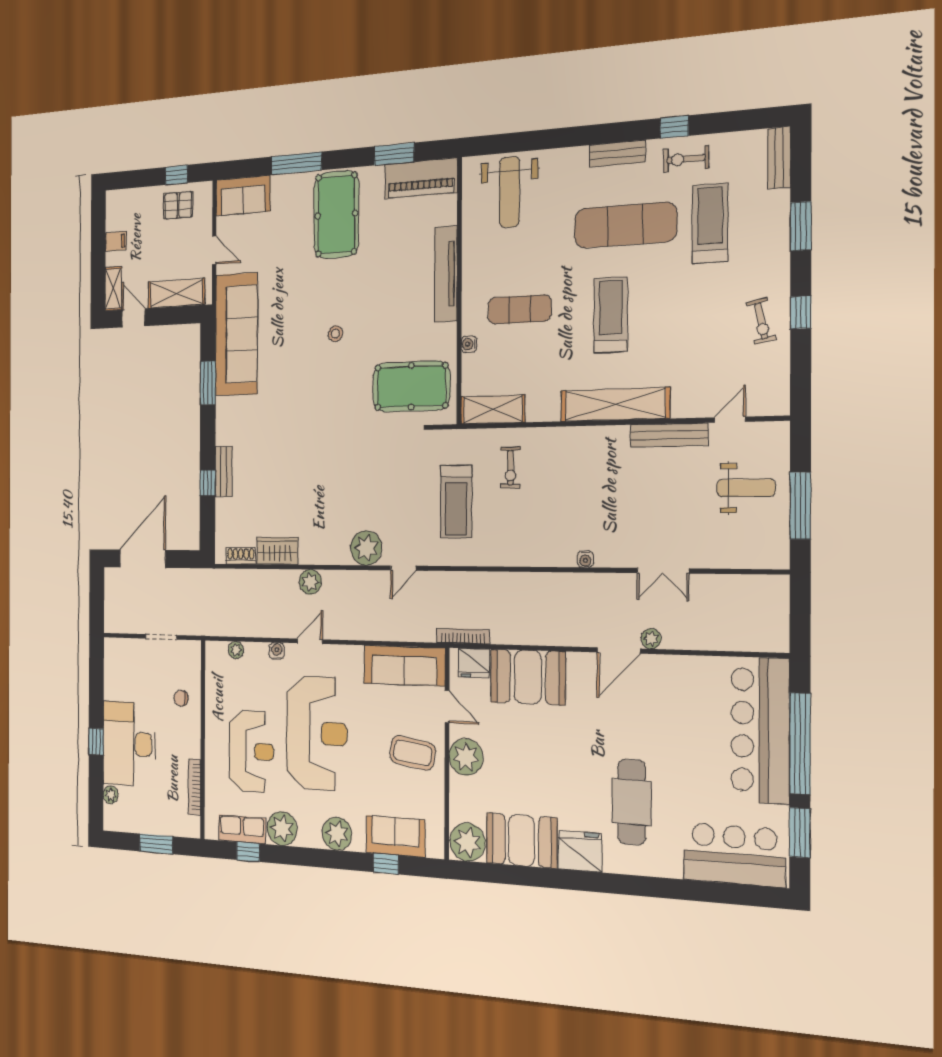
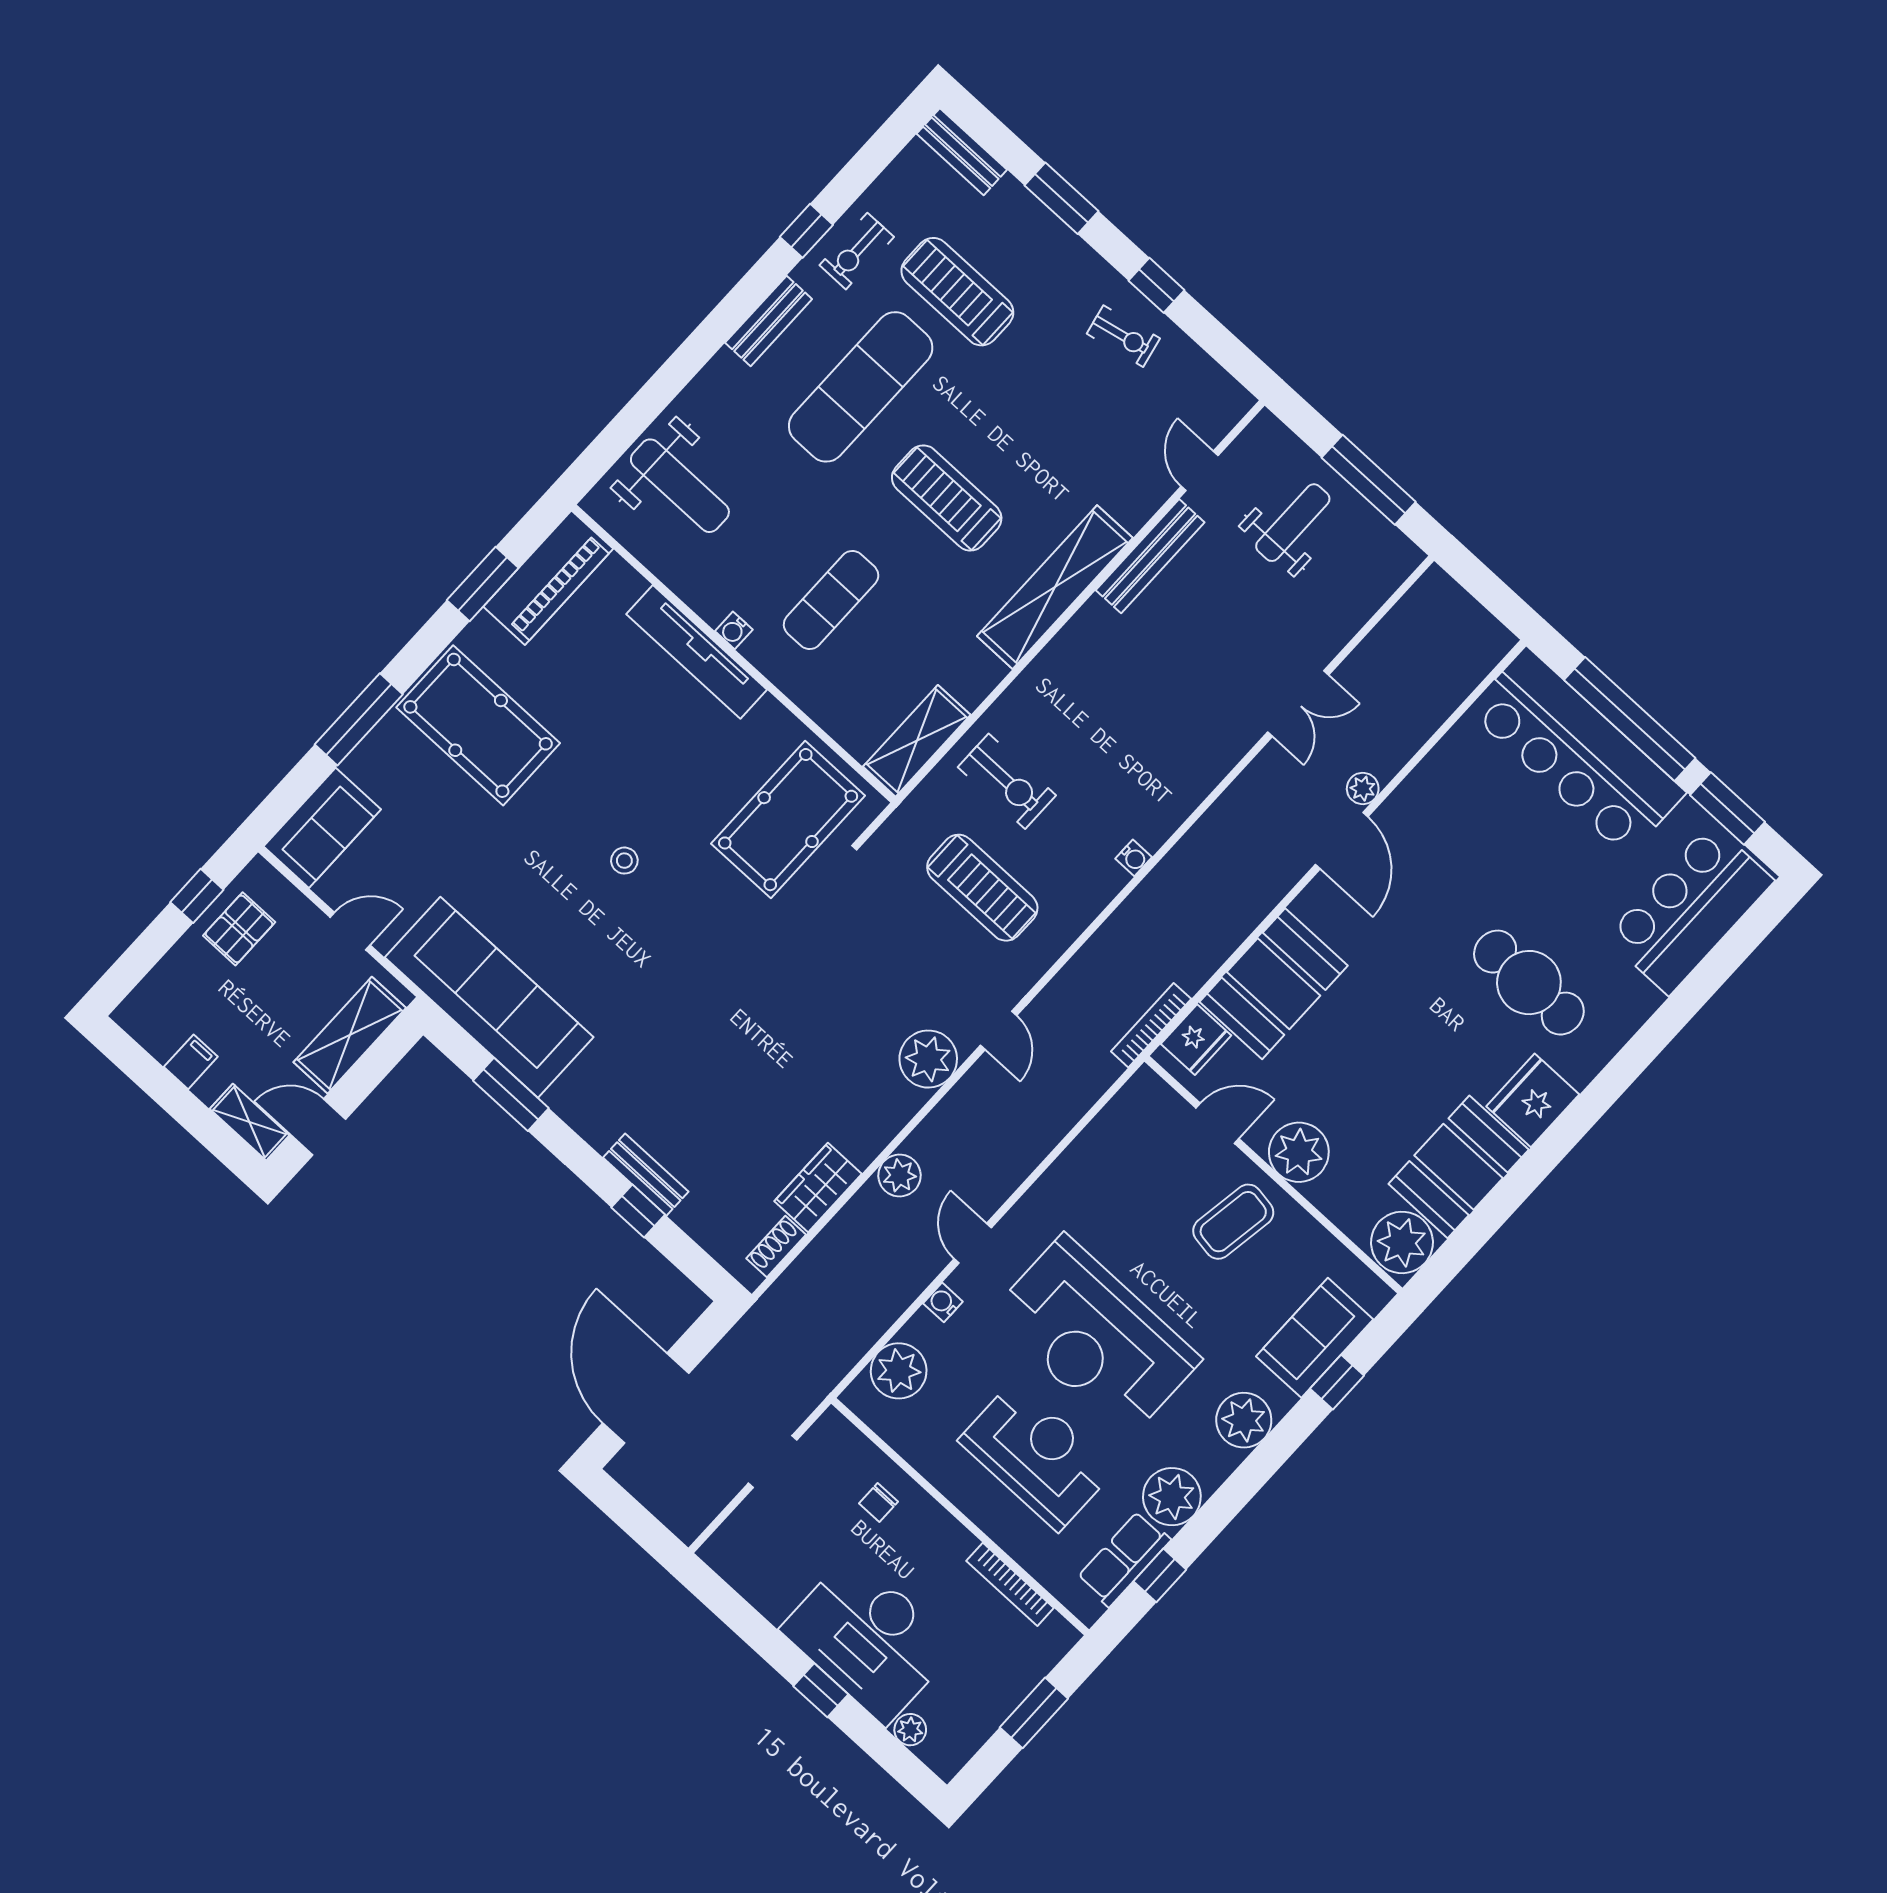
water cooler: (469, 344) -> (734, 630), moved
exercise bike: (510, 468) -> (1007, 781), width x1.38, depth x1.39
water cooler: (585, 559) -> (1134, 858), moved
plant: (236, 650) -> (899, 1371), width x1.88, depth x1.88
sofa: (404, 666) -> (1118, 1137), removed
reception desk: (317, 733) -> (1095, 1337), turned 180

